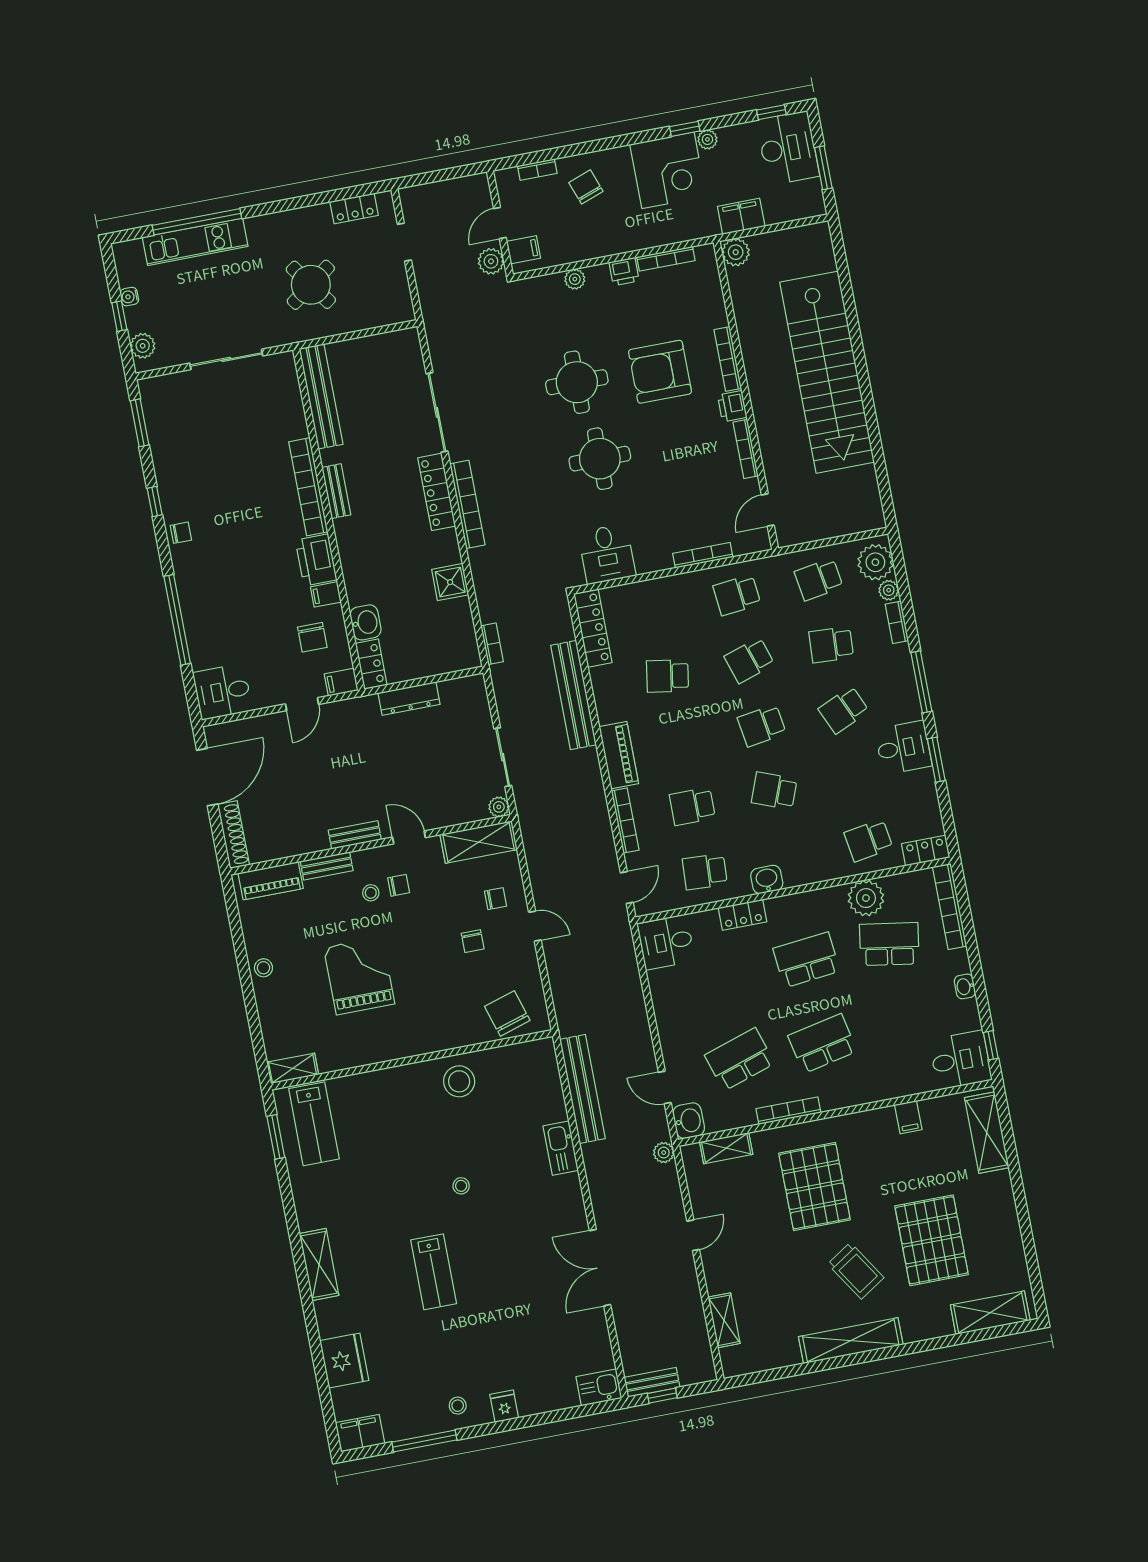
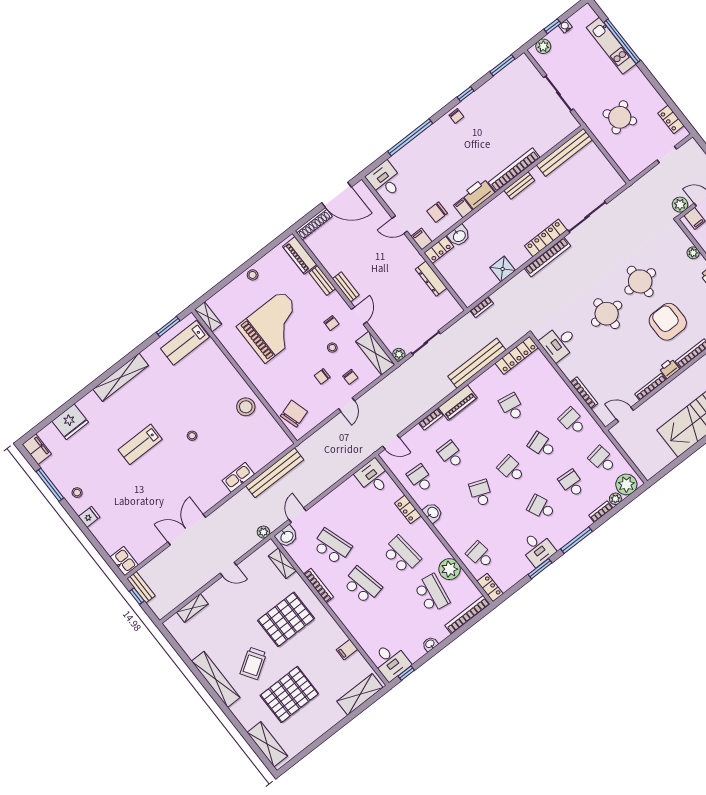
bookcase: (625, 821) -> (431, 419), width x0.64
stool: (371, 893) -> (332, 348), moved
grand piano: (359, 976) -> (274, 327), width x1.37, depth x1.48
shelving: (319, 1265) -> (121, 377), width x1.47

